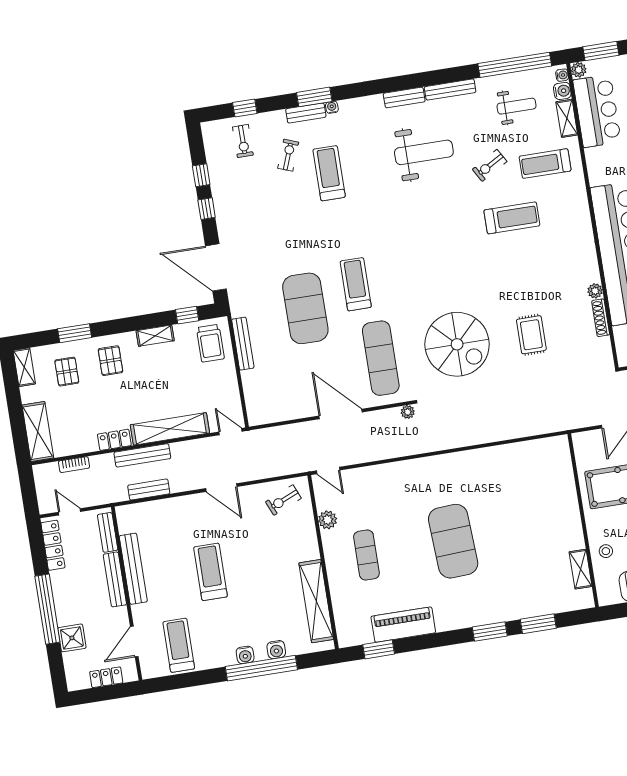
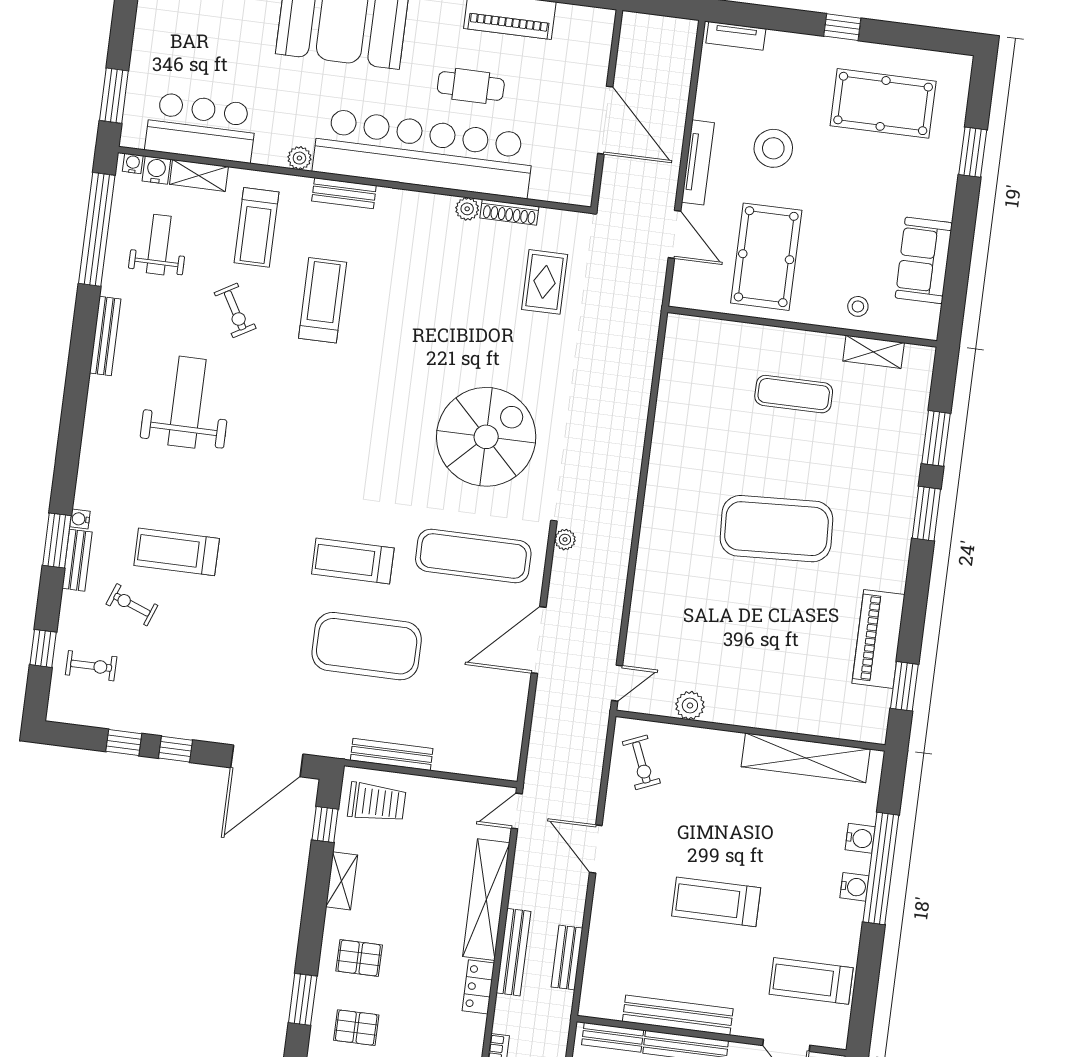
plant: (579, 70) -> (299, 158), moved
bench: (404, 98) -> (344, 193), moved, turned 90
rug: (531, 335) -> (545, 282), moved, turned 90
door: (221, 488) -> (596, 849), swing flipped
exercise mat: (366, 555) -> (794, 394), moved

